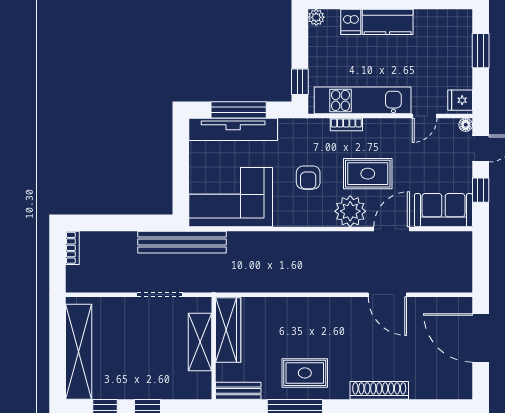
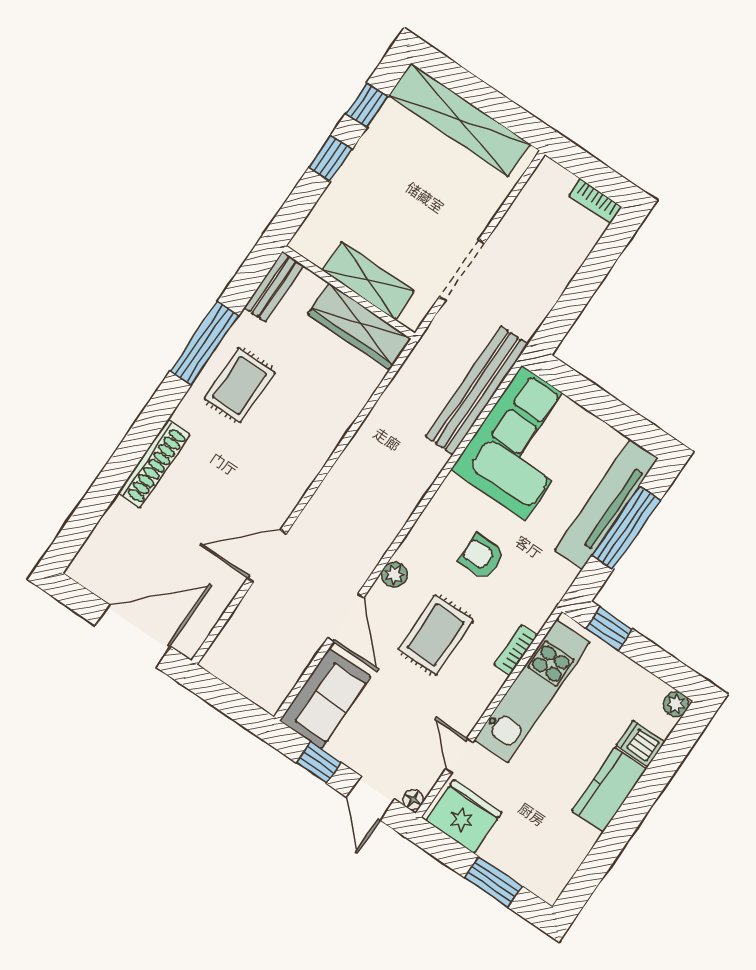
fridge: (460, 100) -> (464, 816), width x1.88, depth x1.34
plant: (350, 211) -> (394, 575), width x0.53, depth x0.53
bench: (182, 242) -> (477, 390), moved

